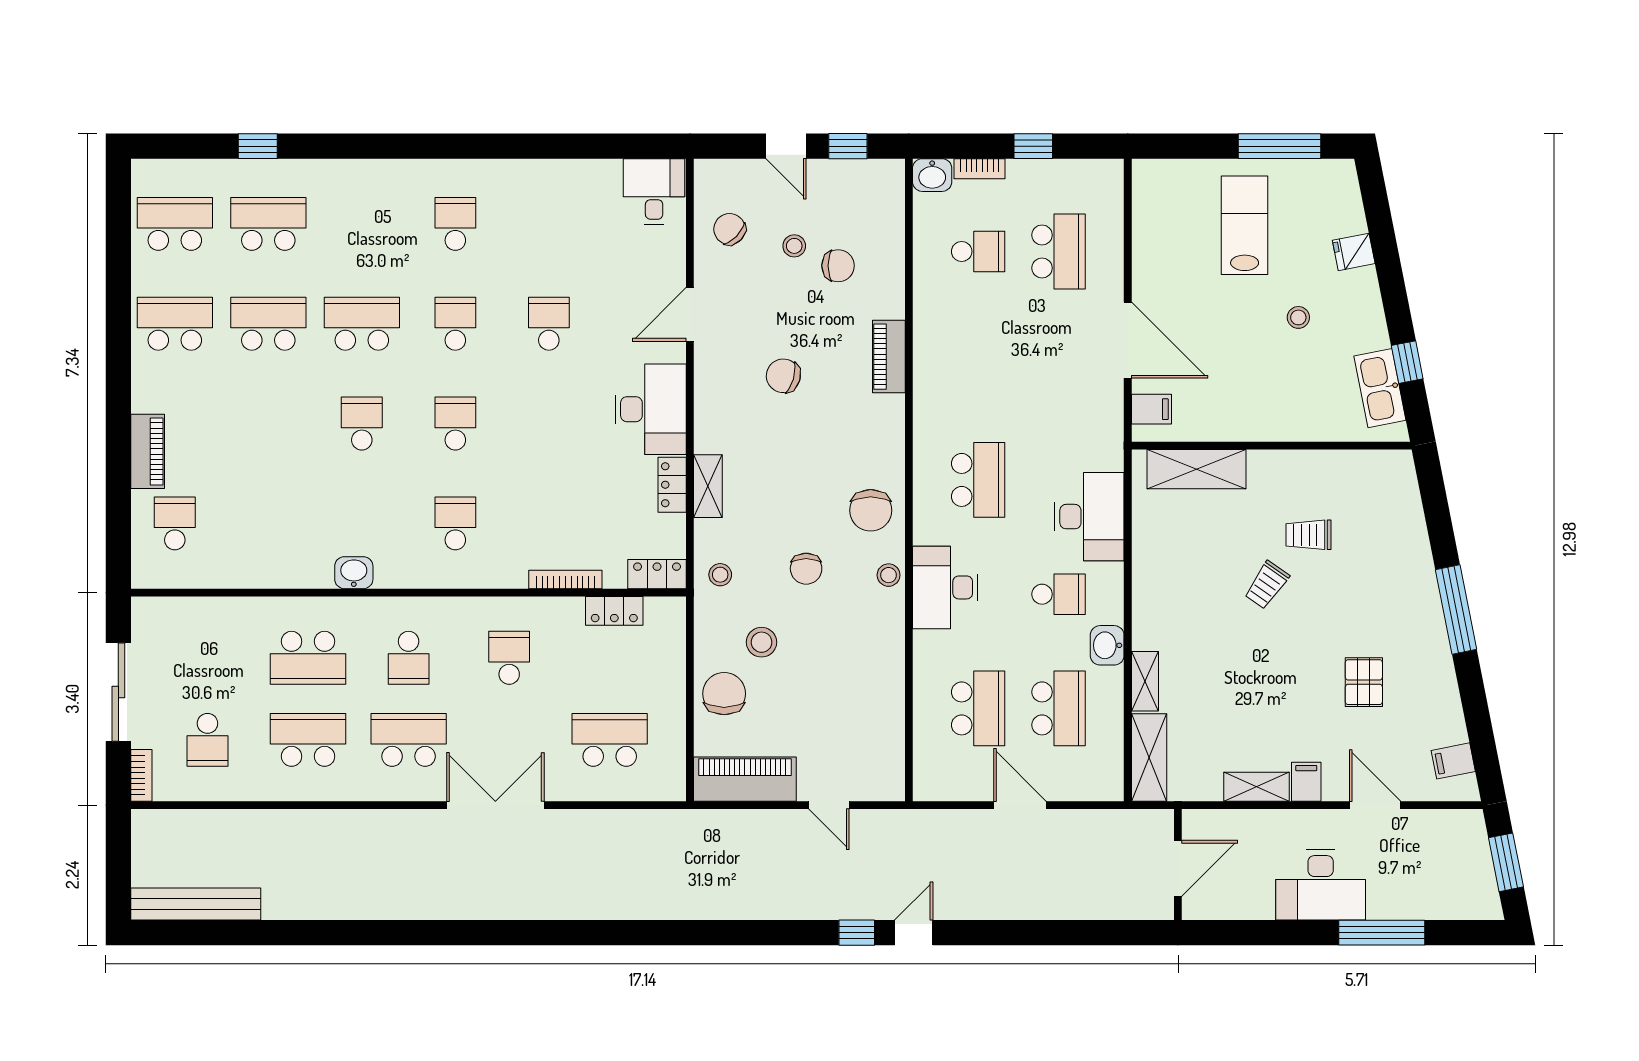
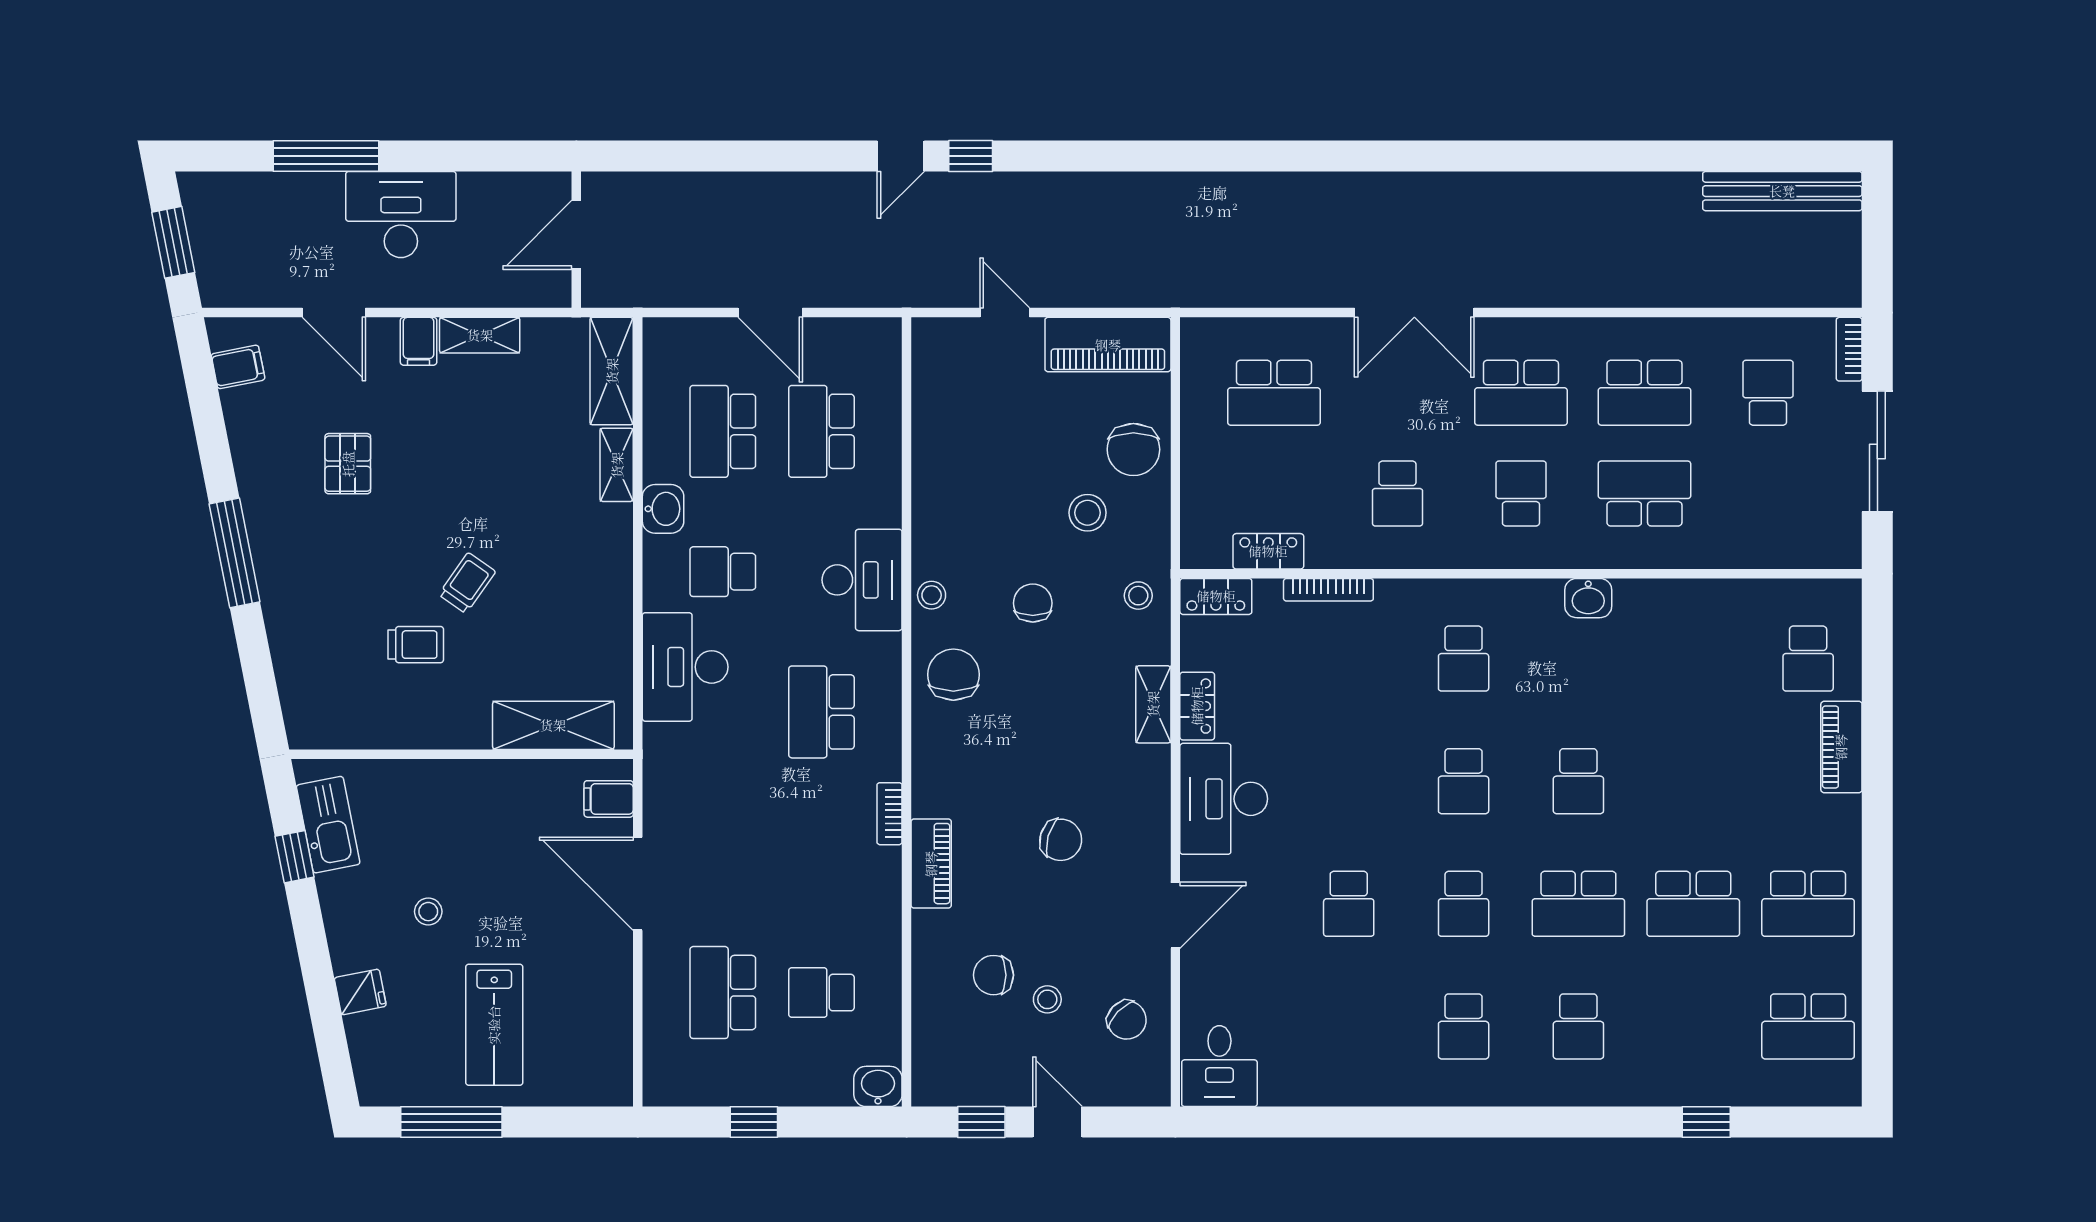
bookcase: (980, 169) -> (890, 814), moved, turned -90
school desk: (268, 224) -> (1578, 1026), moved, width x0.54

